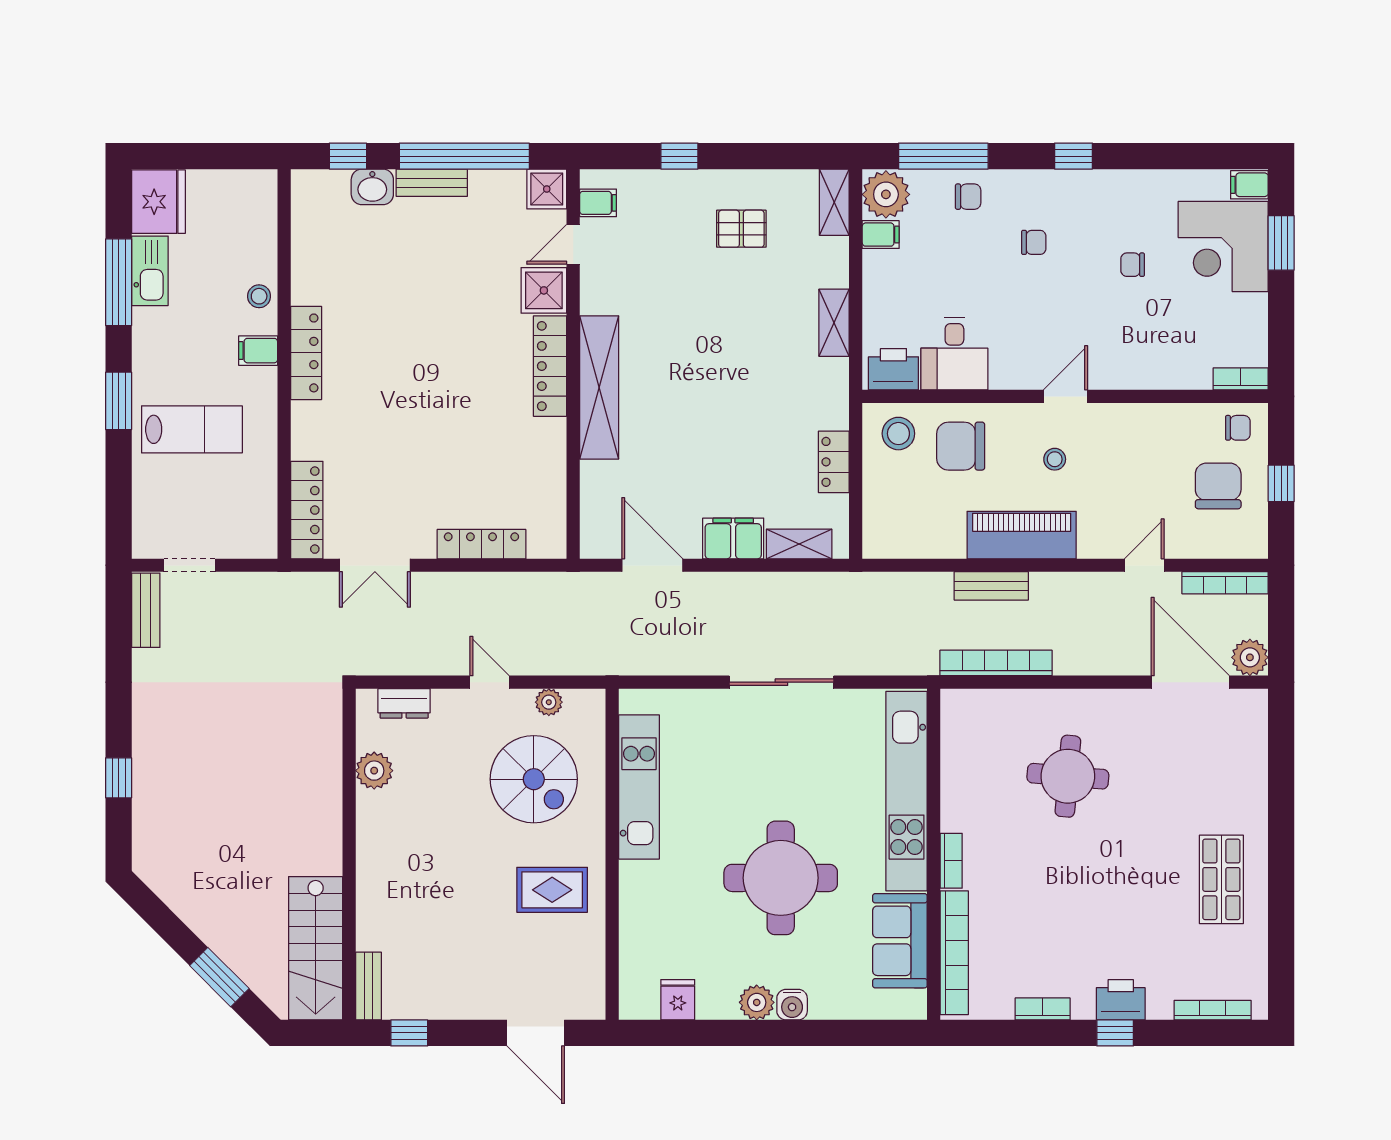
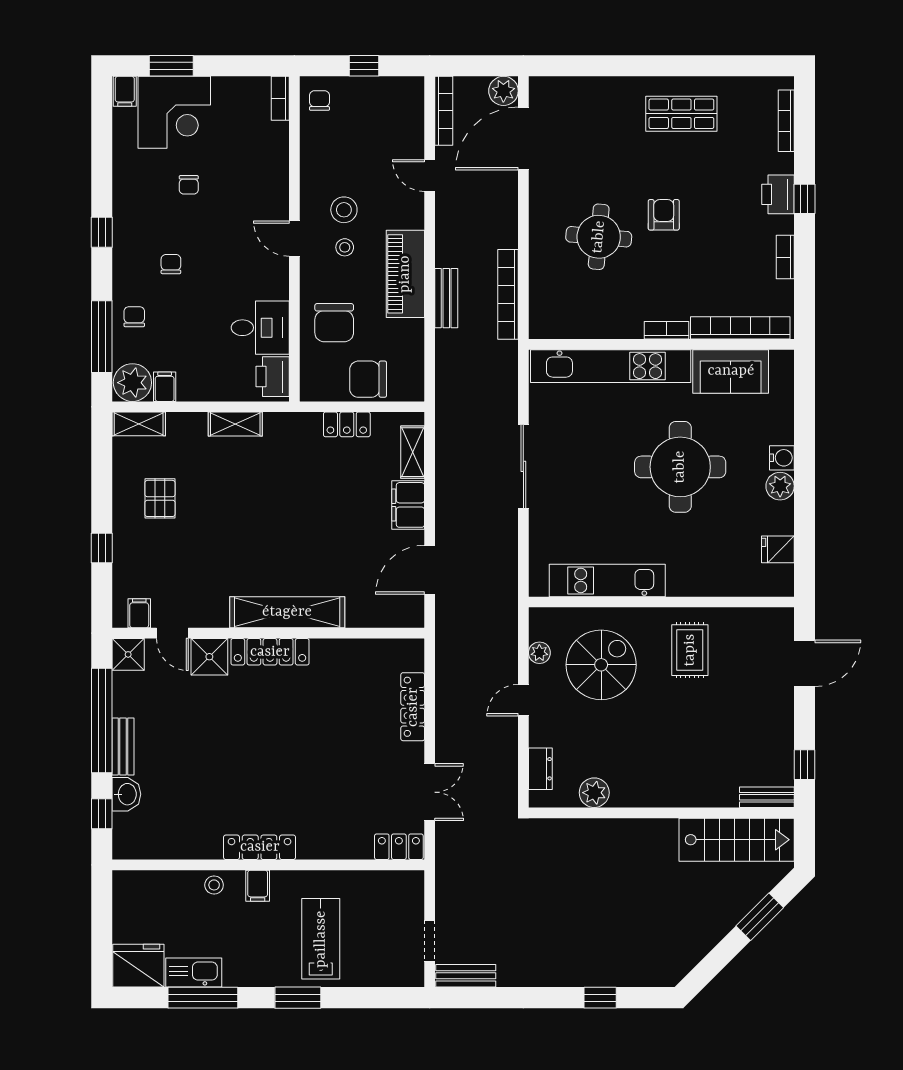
stool: (898, 434) -> (344, 210), moved
chair: (1218, 486) -> (368, 379), moved
locker: (307, 510) -> (399, 847), width x0.66
armchair: (1095, 857) -> (664, 215), added

